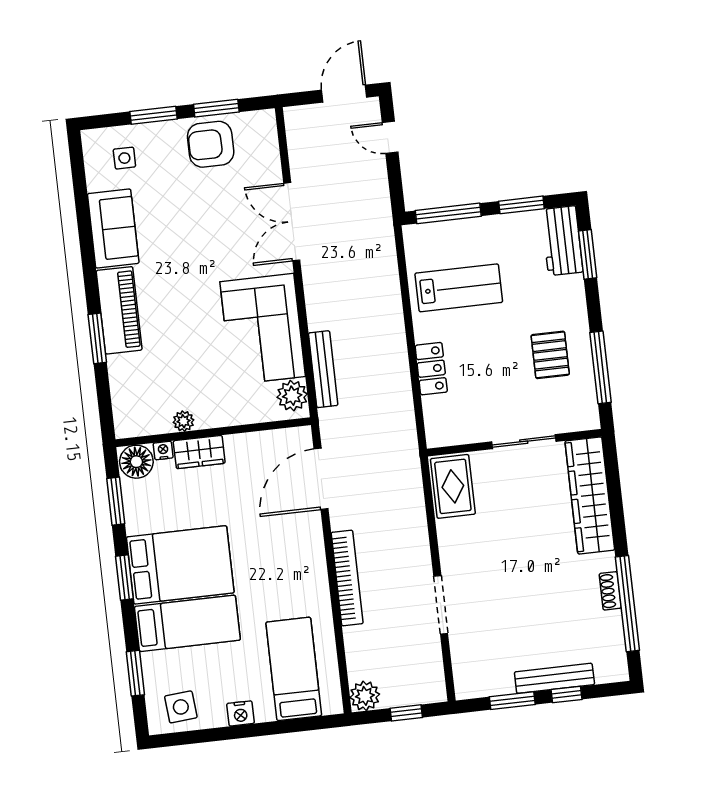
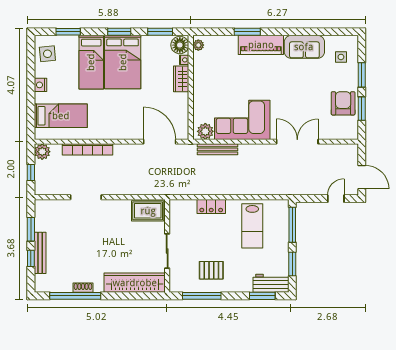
plant: (183, 421) -> (198, 45), moved
bookcase: (347, 578) -> (88, 149), moved

